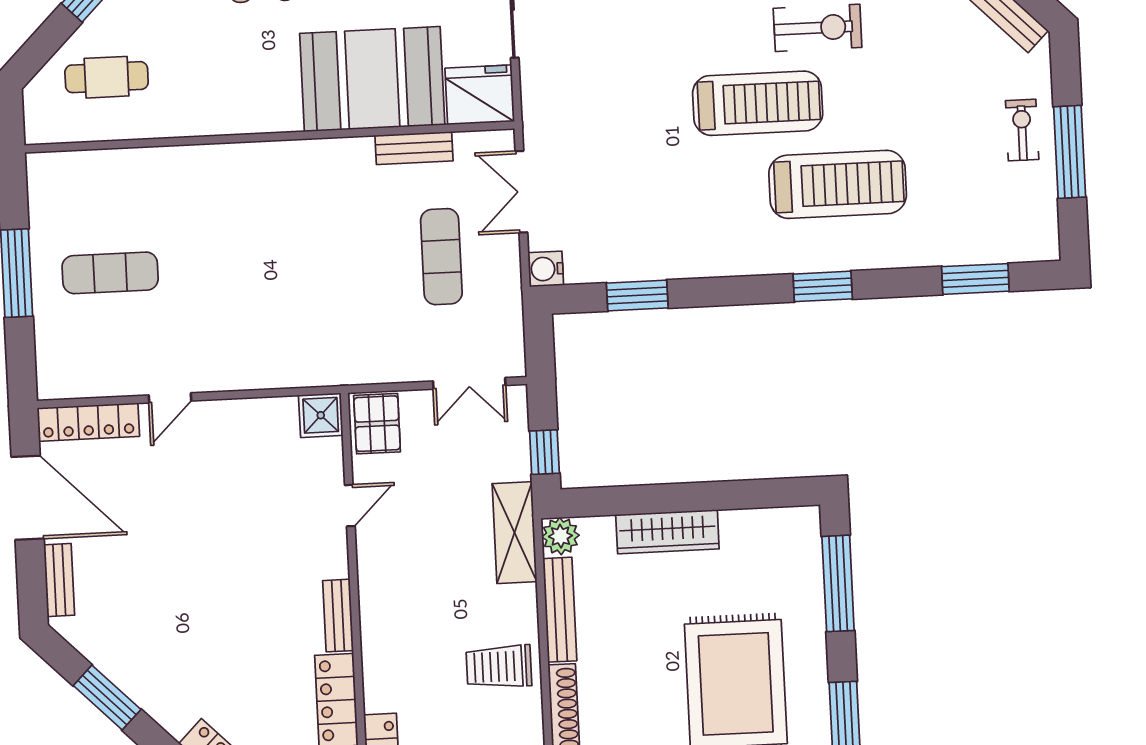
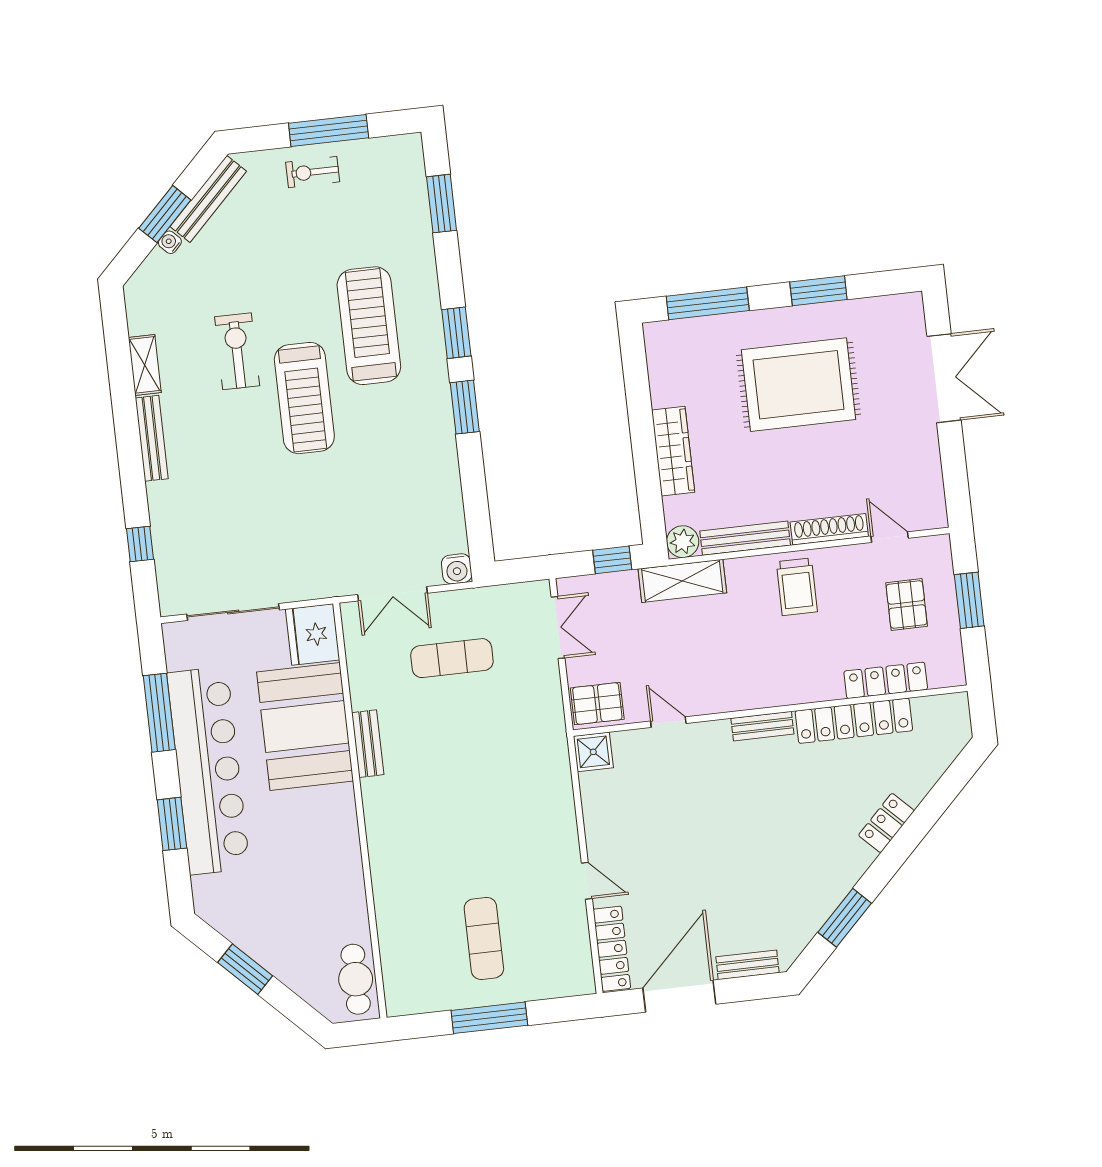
cafe table: (107, 77) -> (356, 979), moved
treadmill: (758, 103) -> (304, 398), turned 180
bench: (414, 148) -> (368, 744), moved
window: (637, 295) -> (465, 407), moved

